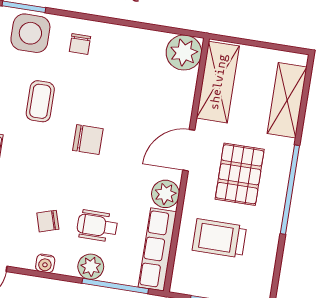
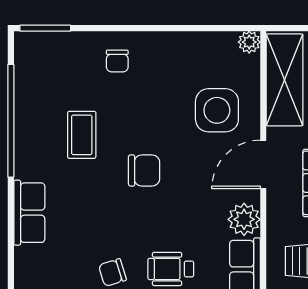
side table: (30, 33) -> (217, 110), moved
plant: (184, 52) -> (249, 42), width x0.53, depth x0.53

